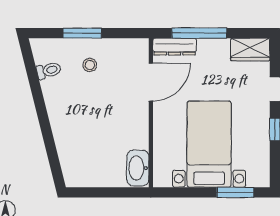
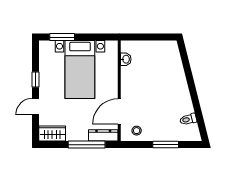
stool: (90, 65) -> (137, 131), moved
washbasin: (138, 168) -> (126, 59), width x0.52, depth x0.69

